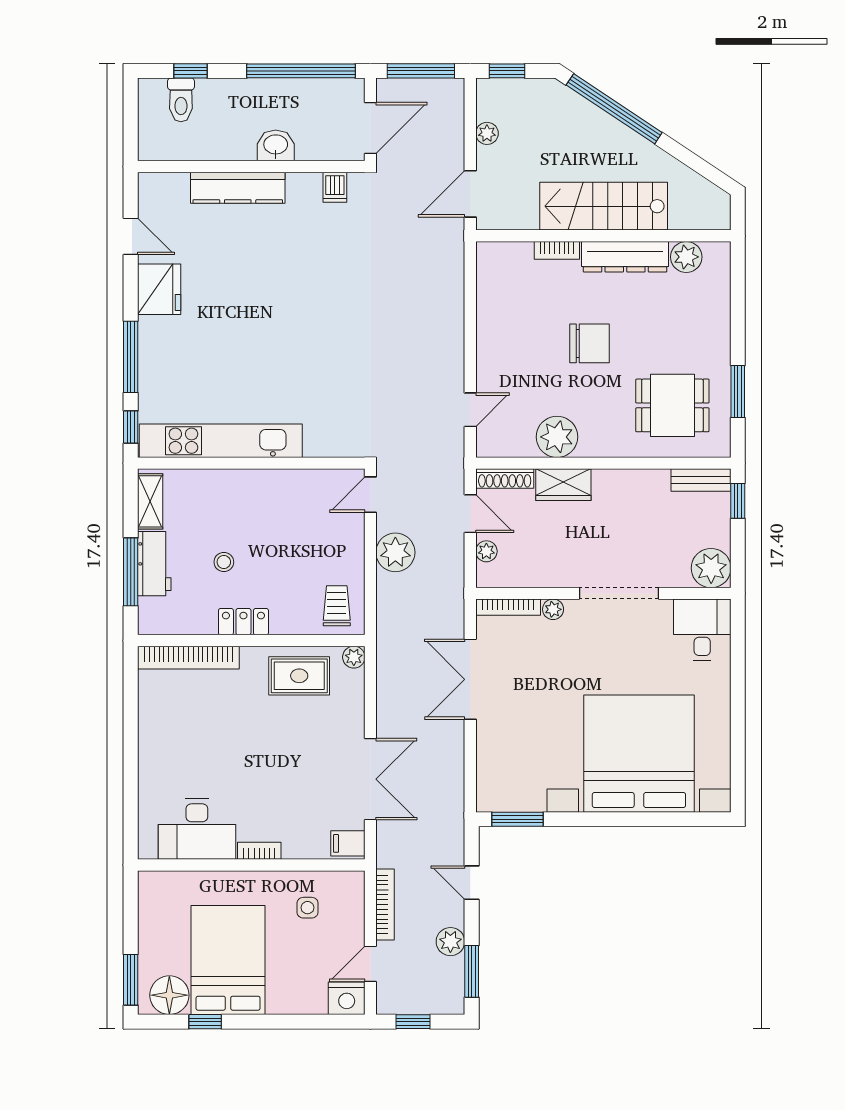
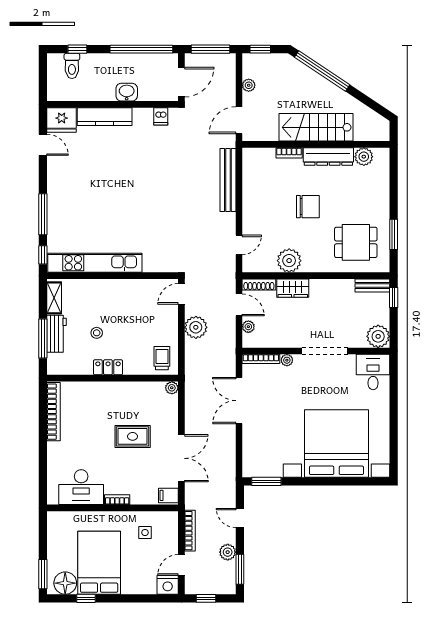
fridge: (159, 289) -> (62, 120), moved, turned 90
bench: (451, 297) -> (228, 180), added
bookcase: (188, 658) -> (54, 412), moved, turned -90
rug: (299, 676) -> (133, 436), moved

